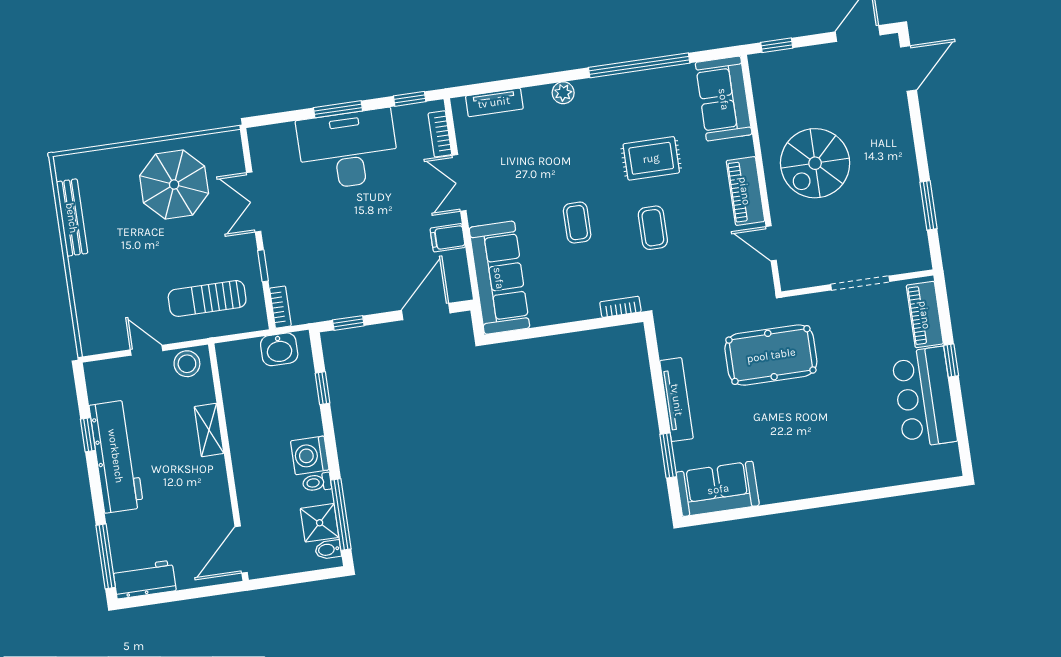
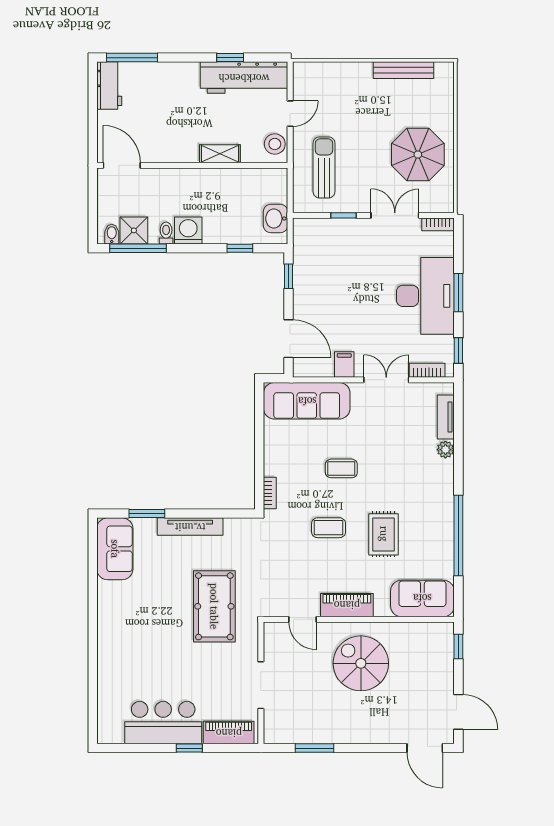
plant: (563, 93) -> (445, 450), moved
door: (771, 243) -> (303, 619), swing flipped
bookcase: (280, 307) -> (438, 224), moved
workbench: (116, 456) -> (244, 78), moved

